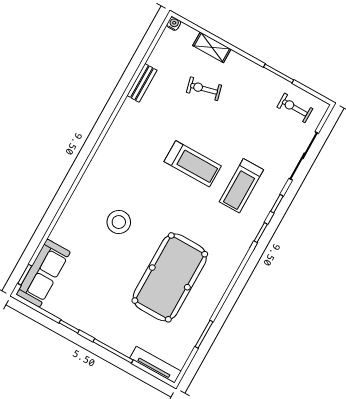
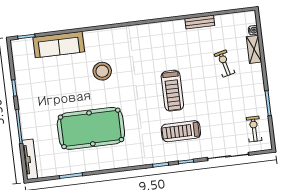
water cooler: (174, 24) -> (253, 30), moved
sofa: (43, 273) -> (59, 44), moved

